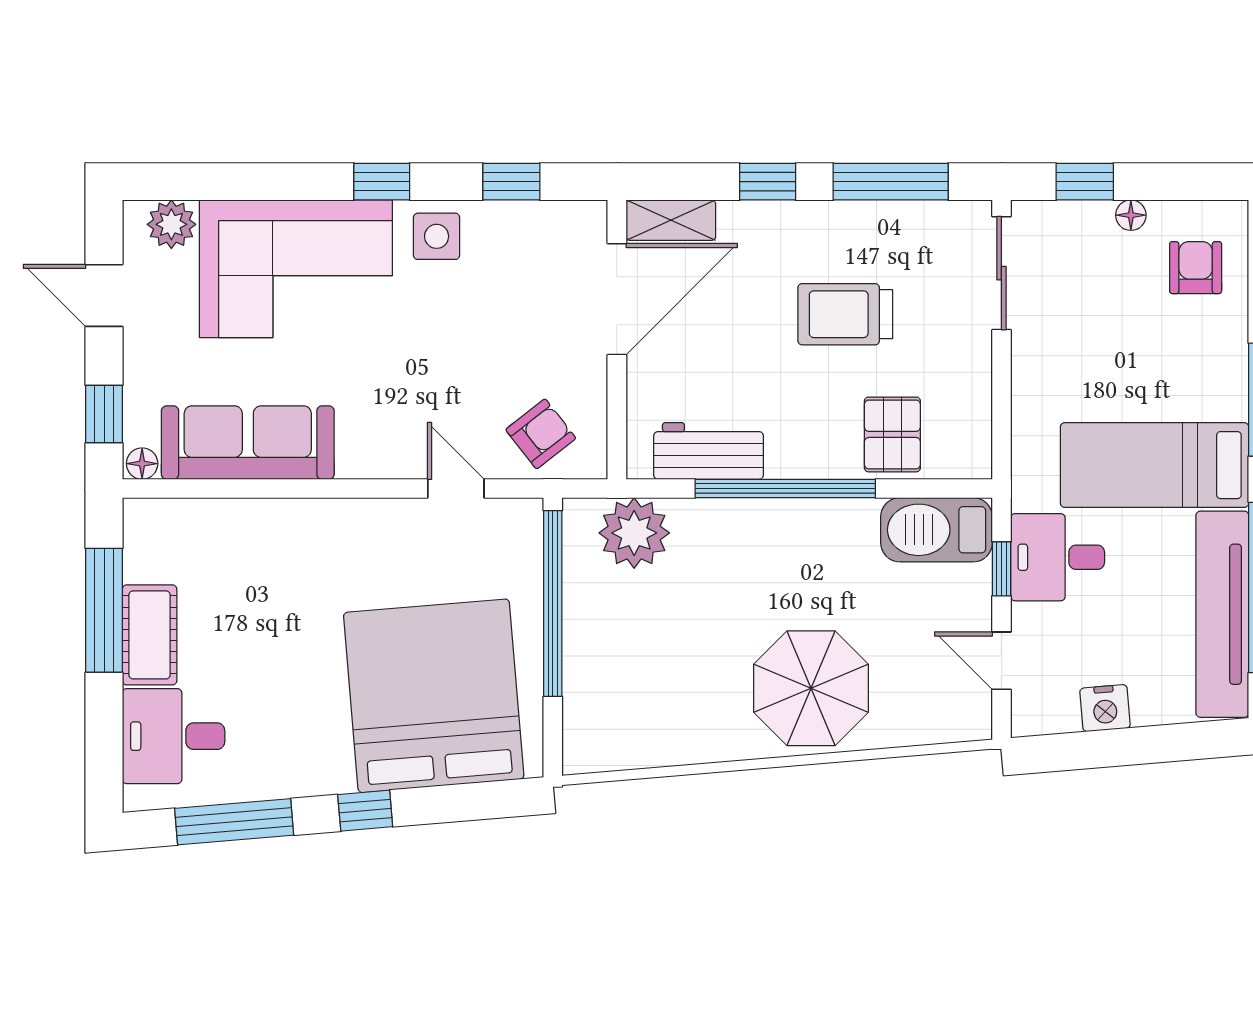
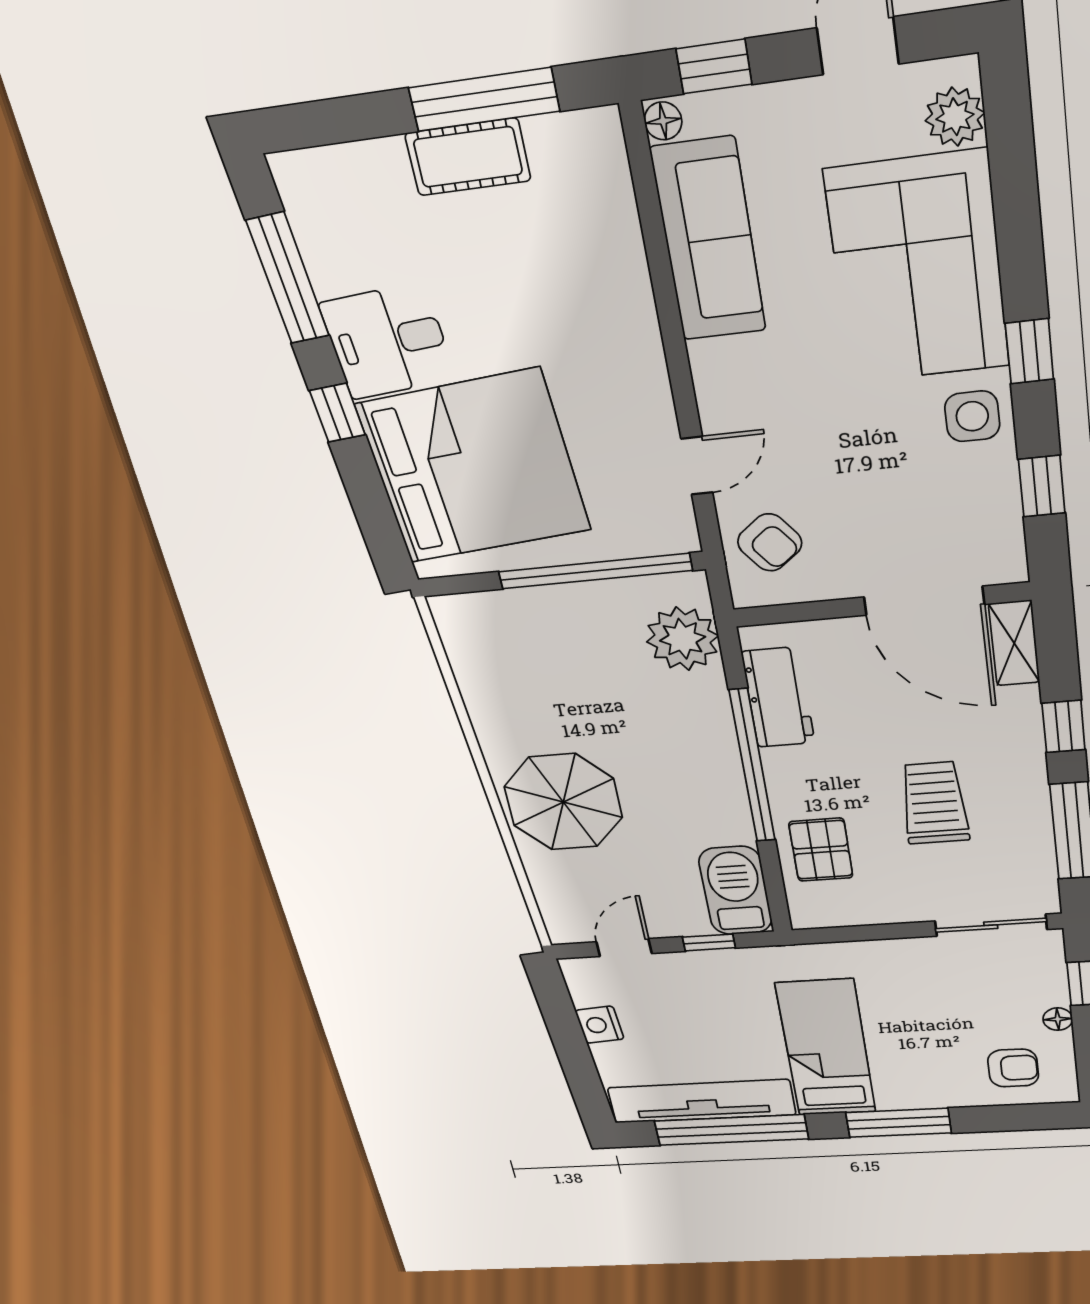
pallet: (892, 434) -> (821, 850), turned 90
desk: (1058, 557) -> (728, 983), removed
desk: (174, 736) -> (388, 341), moved, turned -95

